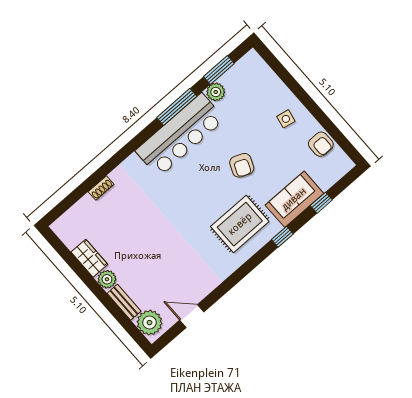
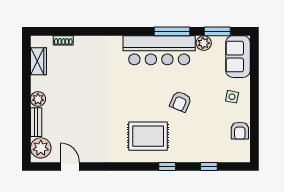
shoe rack: (101, 188) -> (63, 40), moved
sofa: (294, 199) -> (238, 57), moved, turned -90
wardrobe: (89, 258) -> (38, 61), moved

